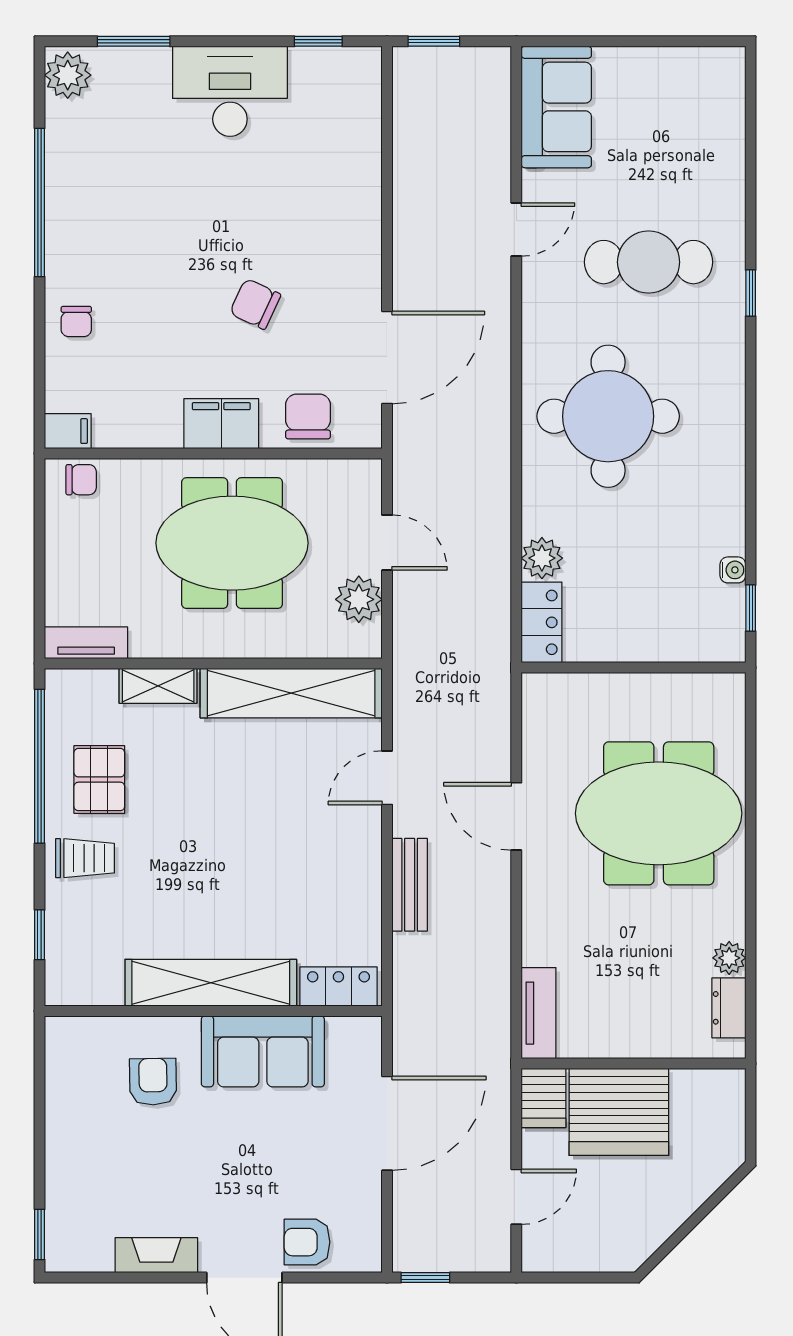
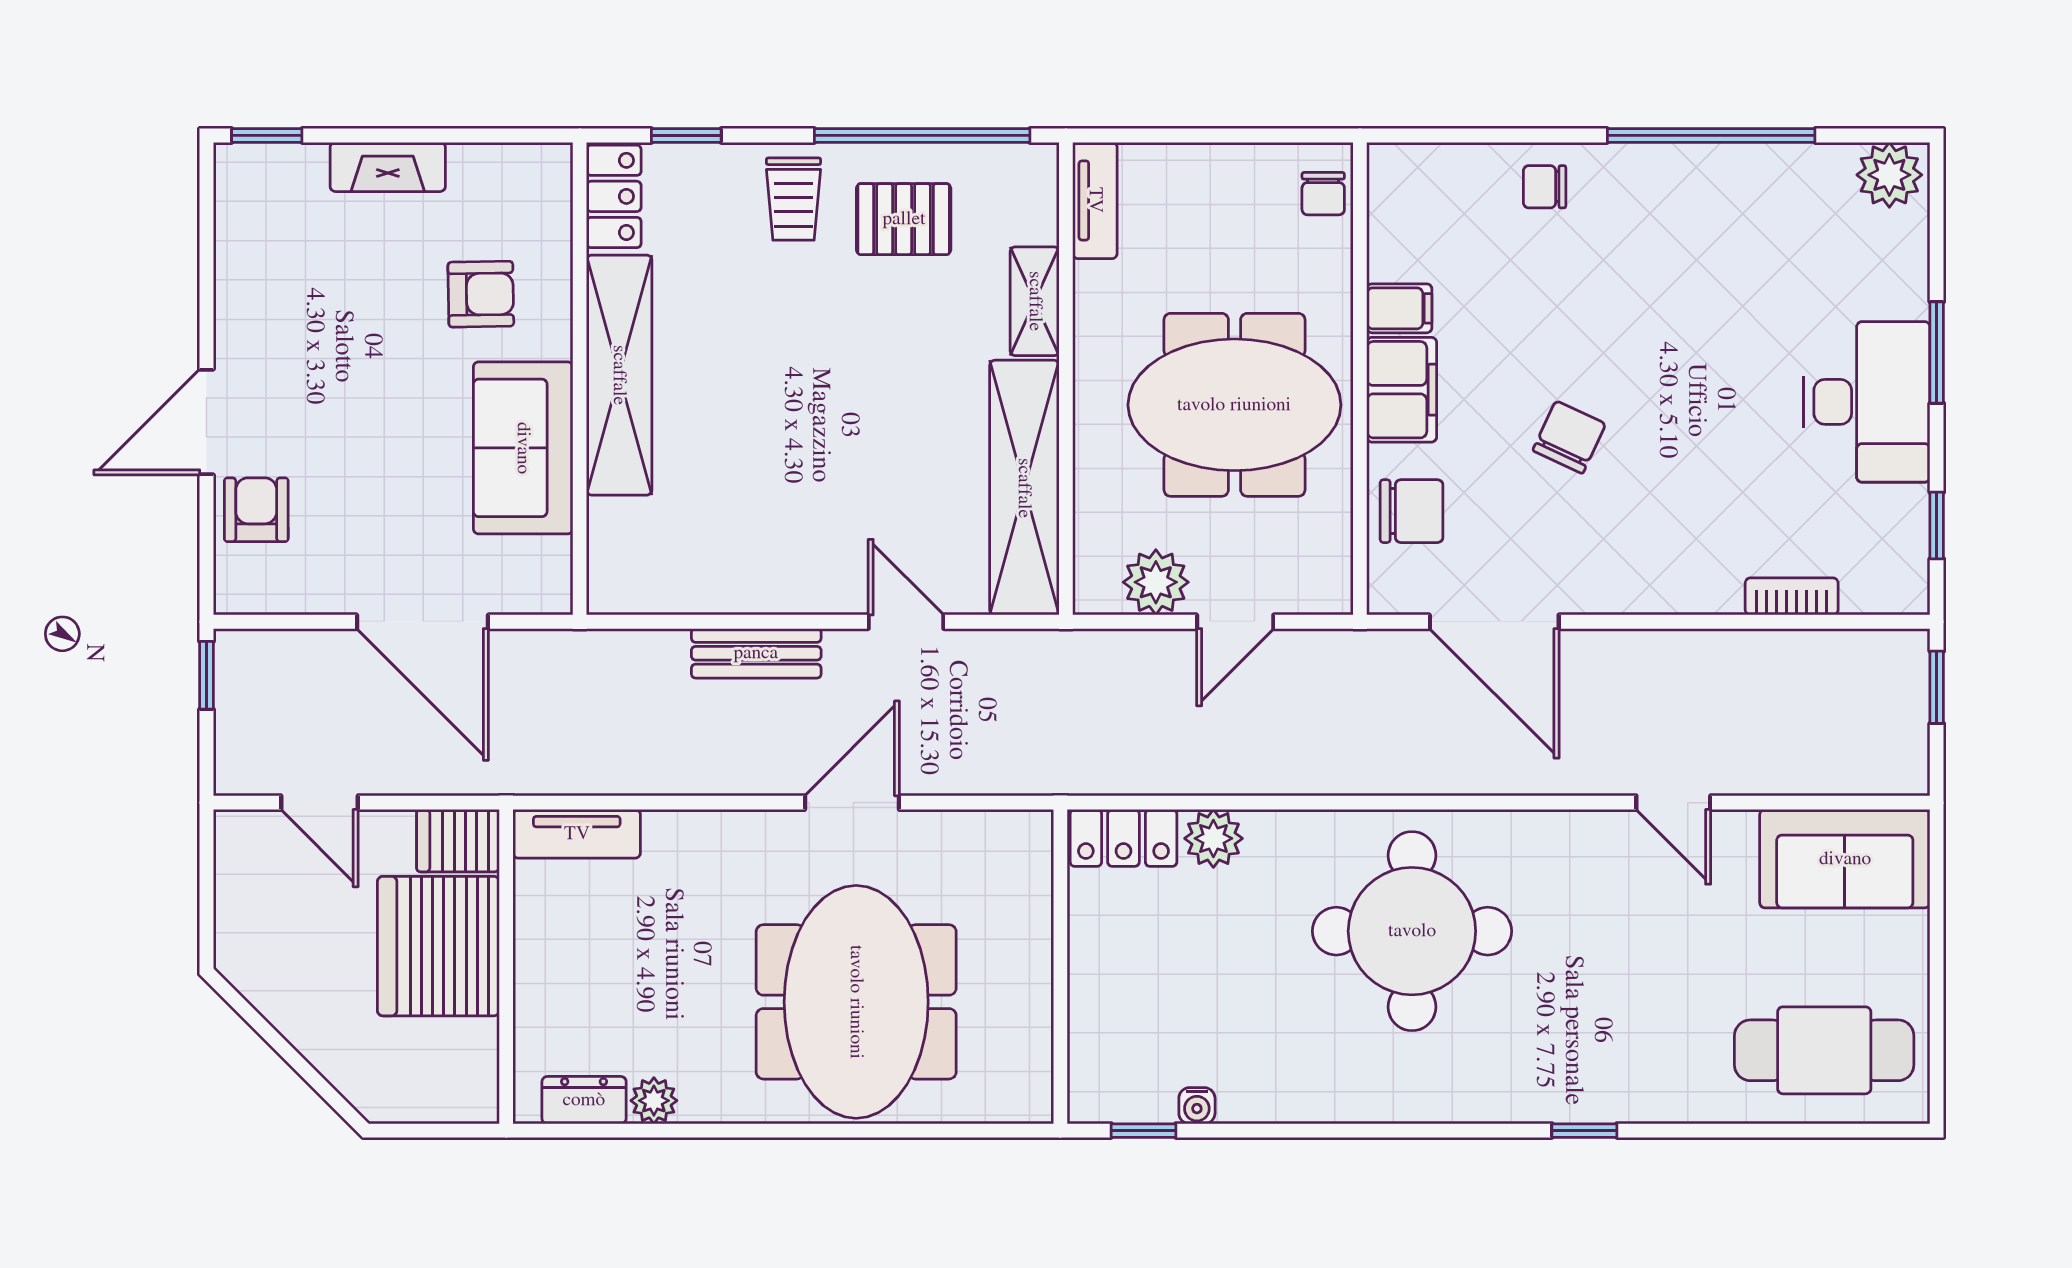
window: (134, 41) -> (1937, 352), moved
bookcase: (369, 145) -> (1792, 596), added
cafe table: (649, 262) -> (1824, 1050), moved, turned 90
filing cabinet: (68, 431) -> (1399, 308), moved, turned -90
meeting table: (232, 543) -> (1234, 405), turned 90
locker: (338, 987) -> (614, 196), moved
fireplace: (156, 1255) -> (388, 167), moved, turned 90

